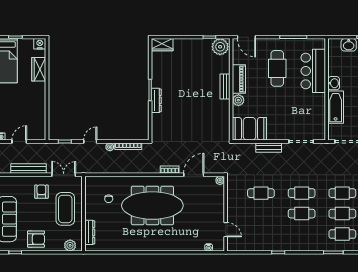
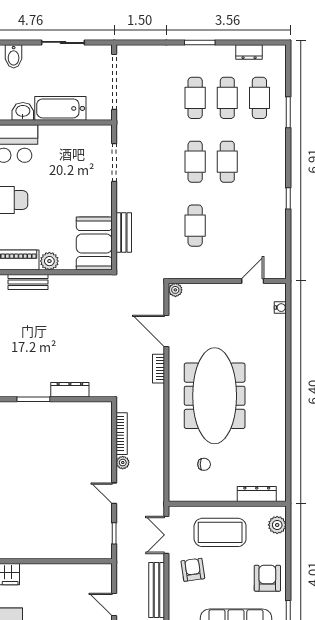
dresser: (156, 100) -> (70, 390), moved
bench: (269, 148) -> (124, 232), moved
armchair: (41, 192) -> (193, 570), turned 82

